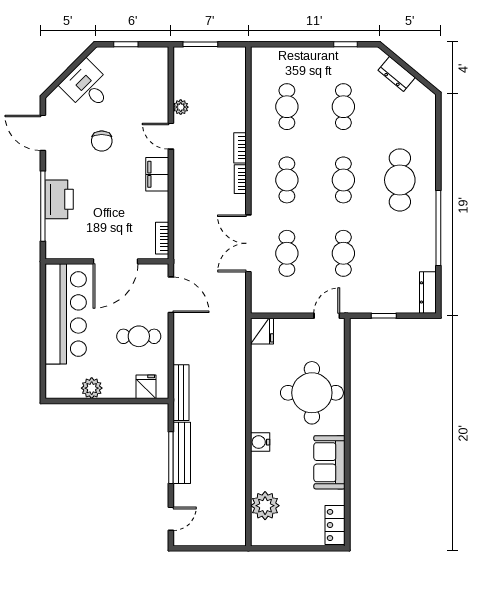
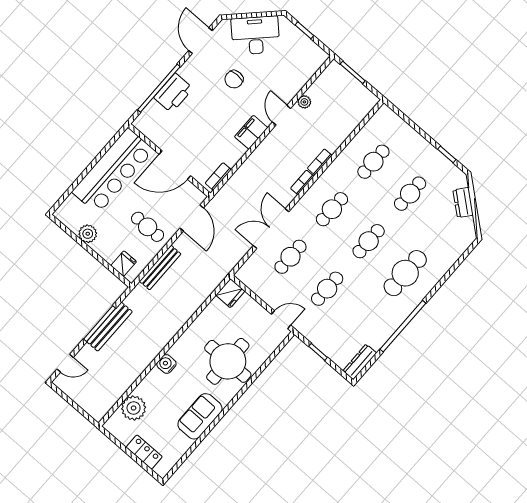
desk: (87, 86) -> (255, 35), width x1.37
bench: (181, 393) -> (160, 268), moved
locker: (335, 525) -> (144, 452), moved, turned 90

